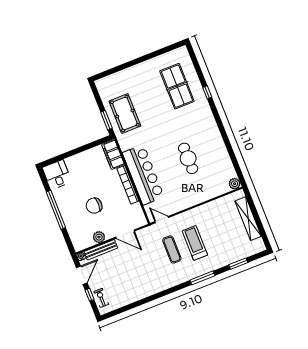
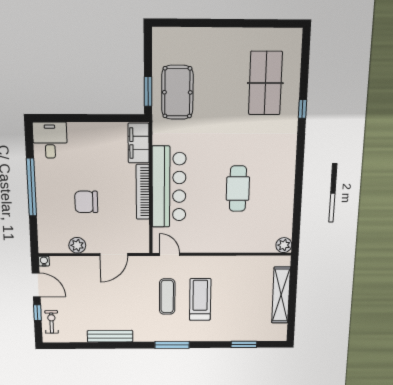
door: (125, 234) -> (114, 255), hinge flipped
bench: (101, 250) -> (110, 336), moved
door: (82, 275) -> (36, 285), hinge flipped
window: (202, 278) -> (172, 345), moved

